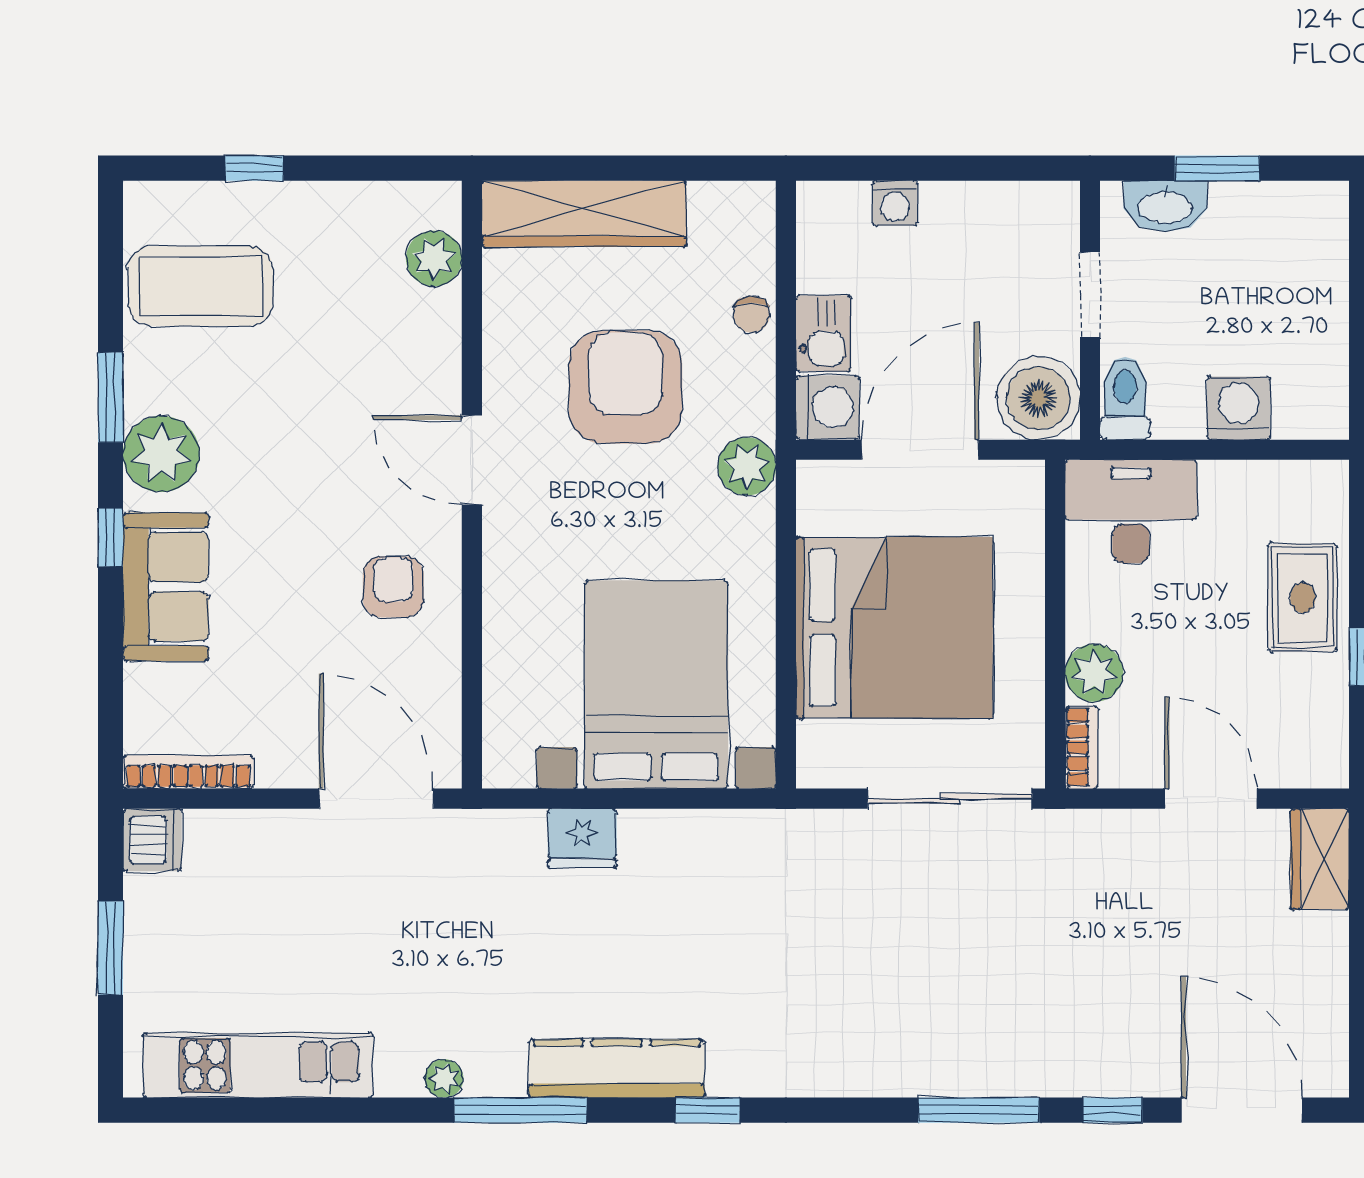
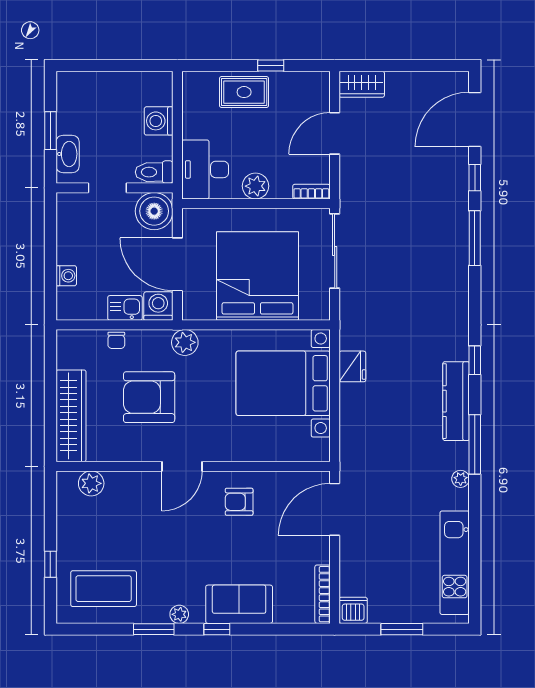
coffee table: (200, 286) -> (104, 589), turned 90
chair: (752, 314) -> (116, 340), turned 90
plant: (161, 454) -> (179, 614), width x0.53, depth x0.53
plant: (1094, 673) -> (255, 186), moved
fridge: (582, 838) -> (352, 366), moved

